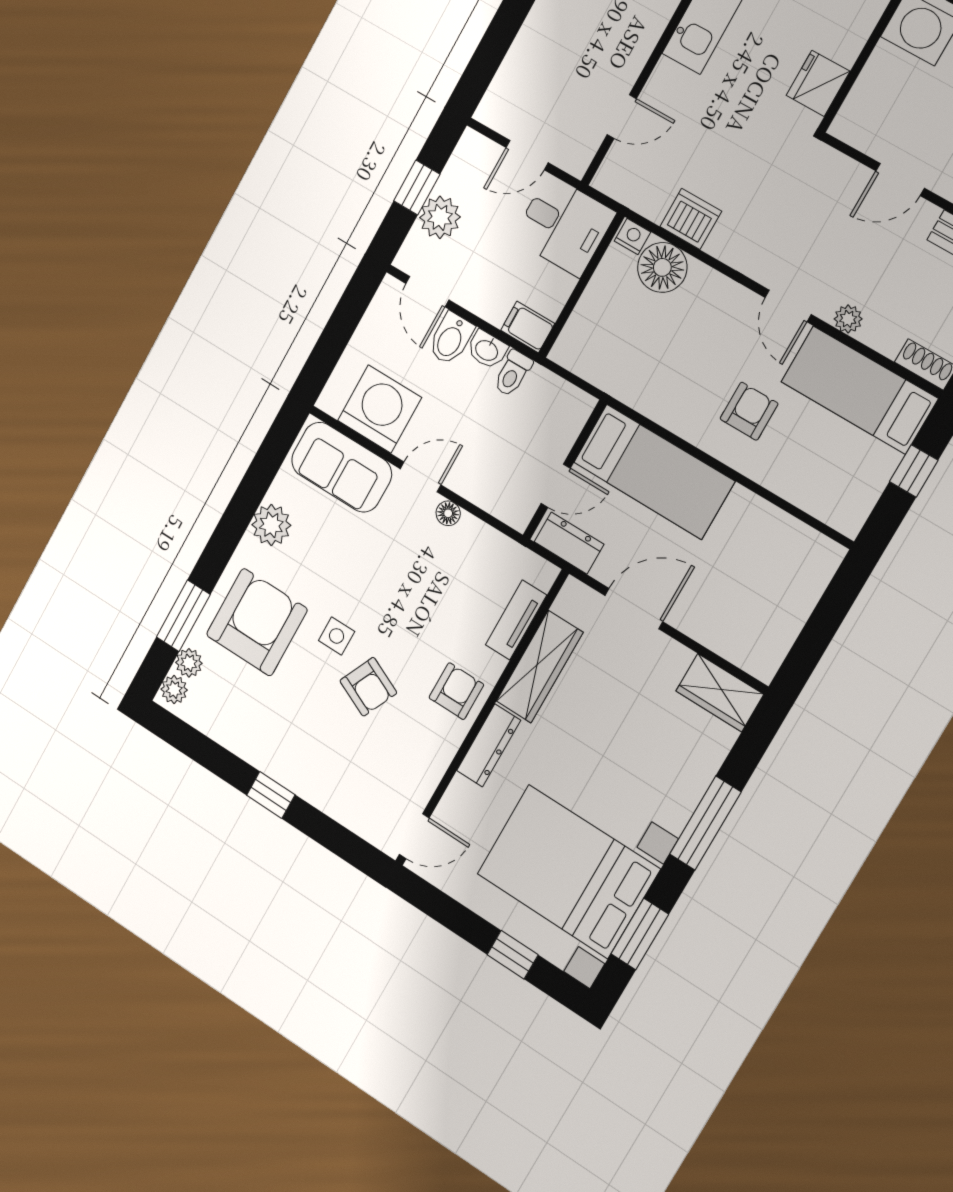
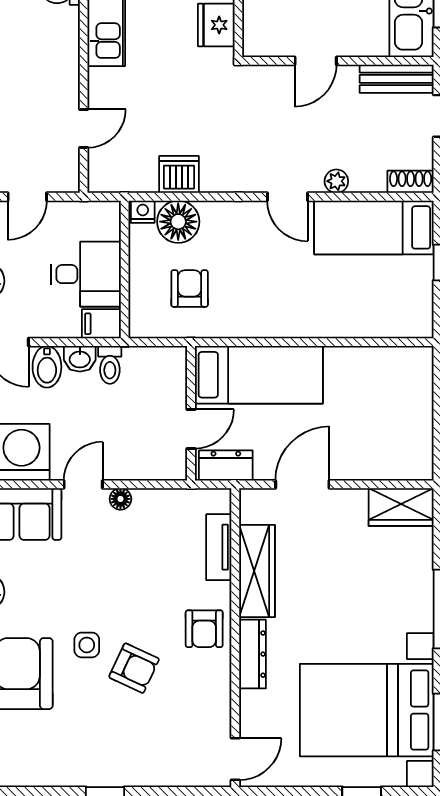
desk: (564, 226) -> (86, 274), moved
armchair: (749, 411) -> (190, 288), moved
armchair: (456, 691) -> (204, 629), turned 180

